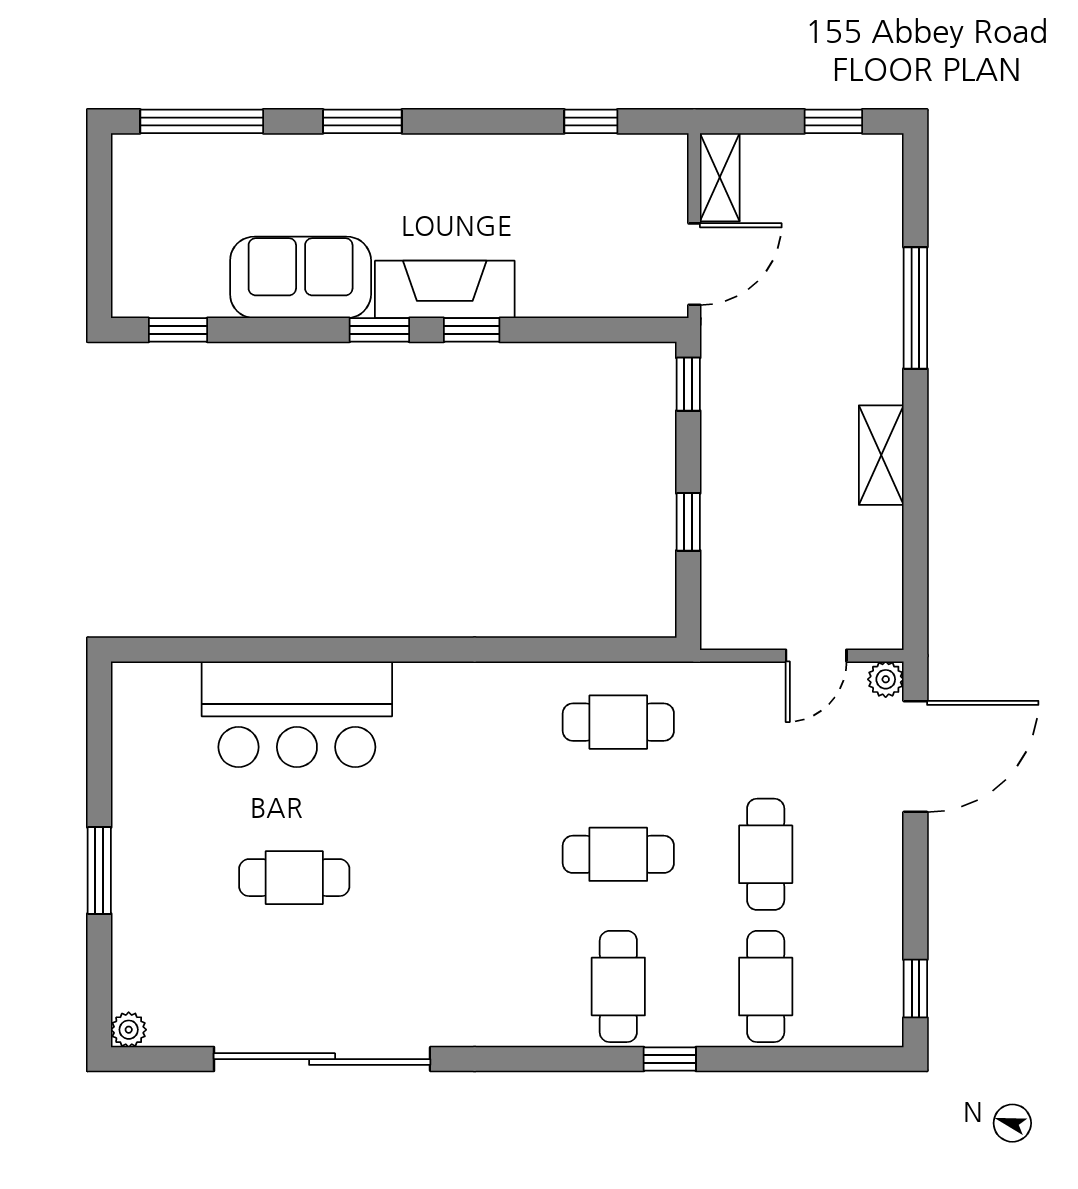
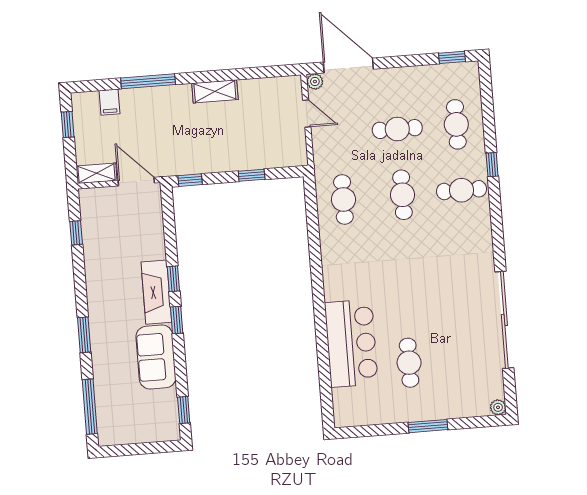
filing cabinet: (876, 219) -> (109, 102), added
cafe table: (294, 878) -> (409, 363), moved
cafe table: (766, 986) -> (456, 124), turned 90

